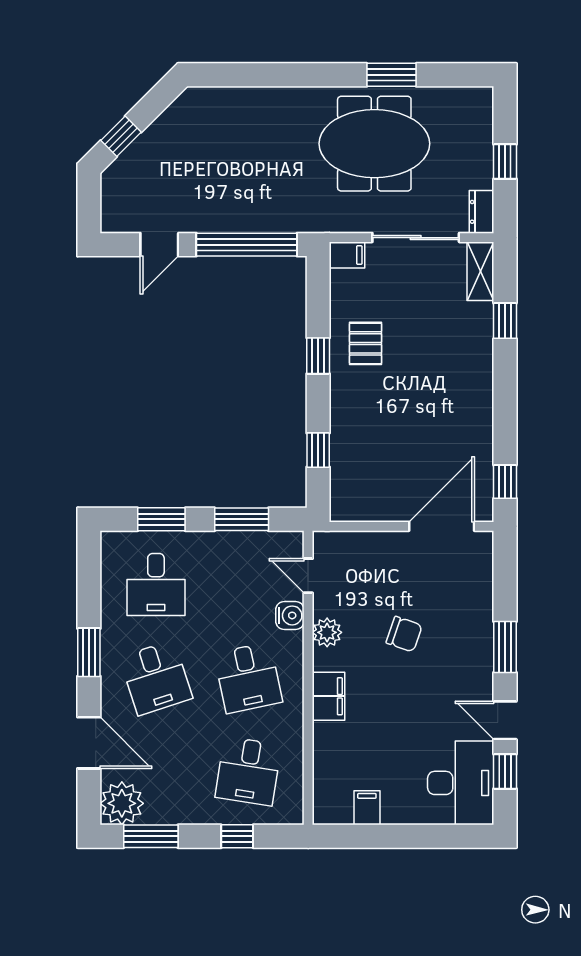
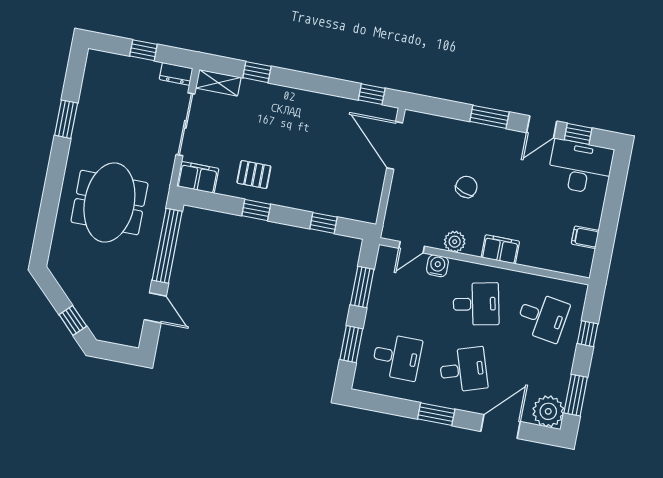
meeting table: (374, 144) -> (109, 202), moved
filing cabinet: (347, 255) -> (198, 177), width x2.00

